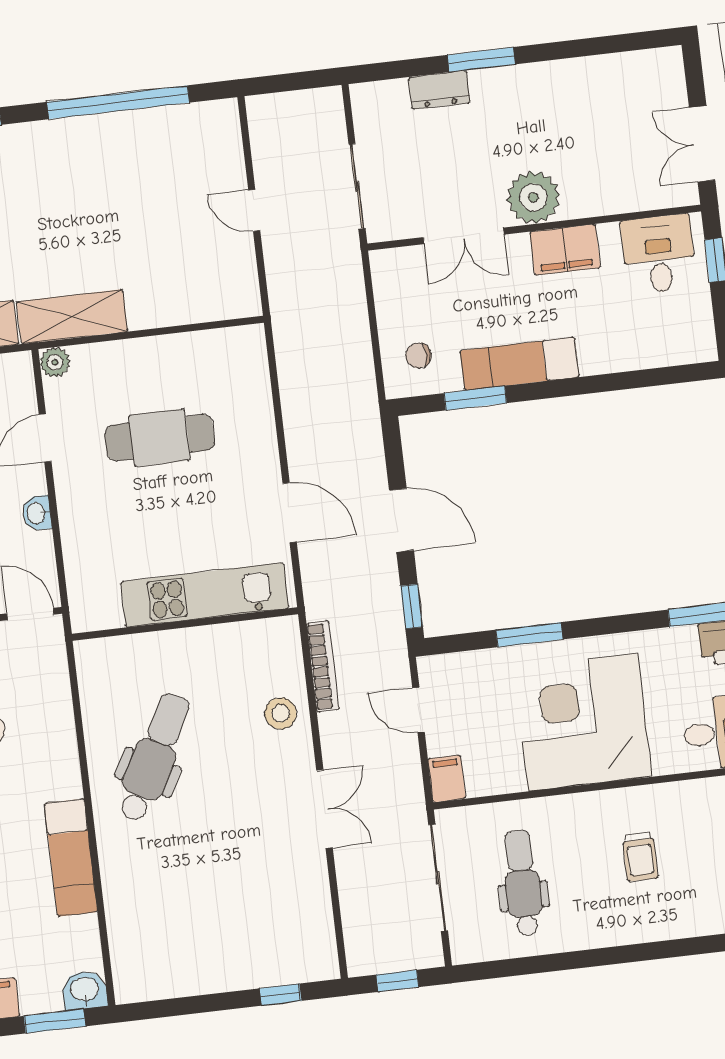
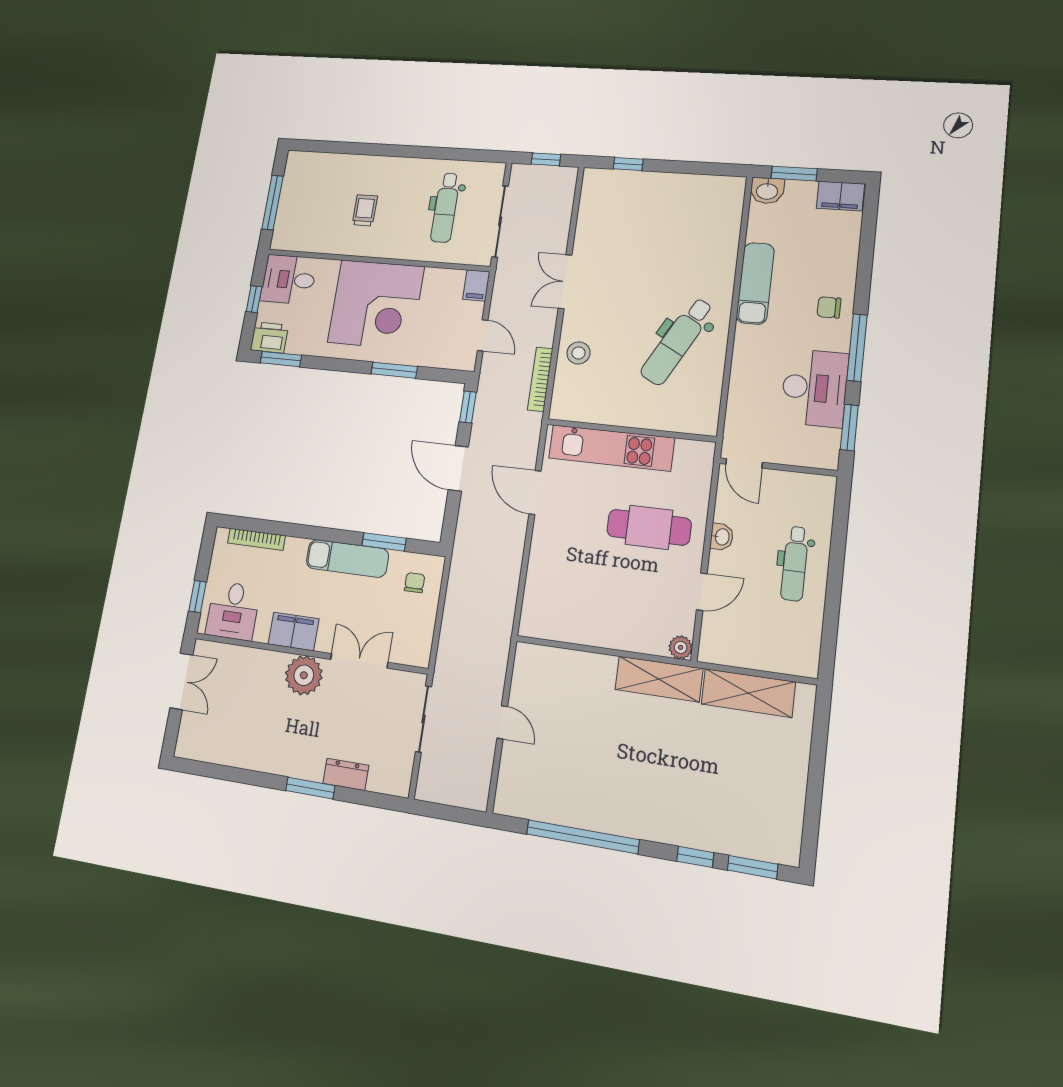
chair: (418, 355) -> (415, 583), turned -90
bookcase: (656, 357) -> (256, 539), added
cafe table: (160, 438) -> (649, 527), moved

